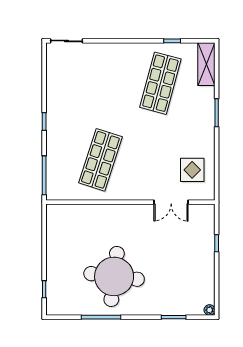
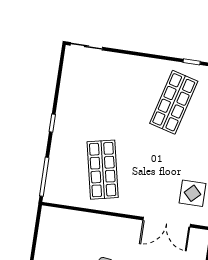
shop shelf: (100, 160) -> (103, 170), turned -30
double door: (171, 202) -> (167, 222), width x1.37

